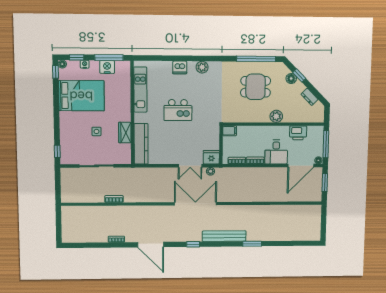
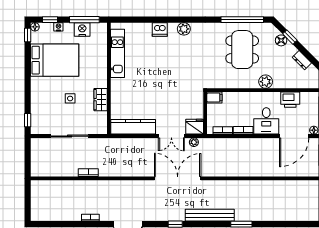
dining table: (256, 87) -> (242, 50), width x1.38
kitchen island: (178, 110) -> (158, 75), removed
kitchen counter: (141, 144) -> (133, 127), moved, turned -90

